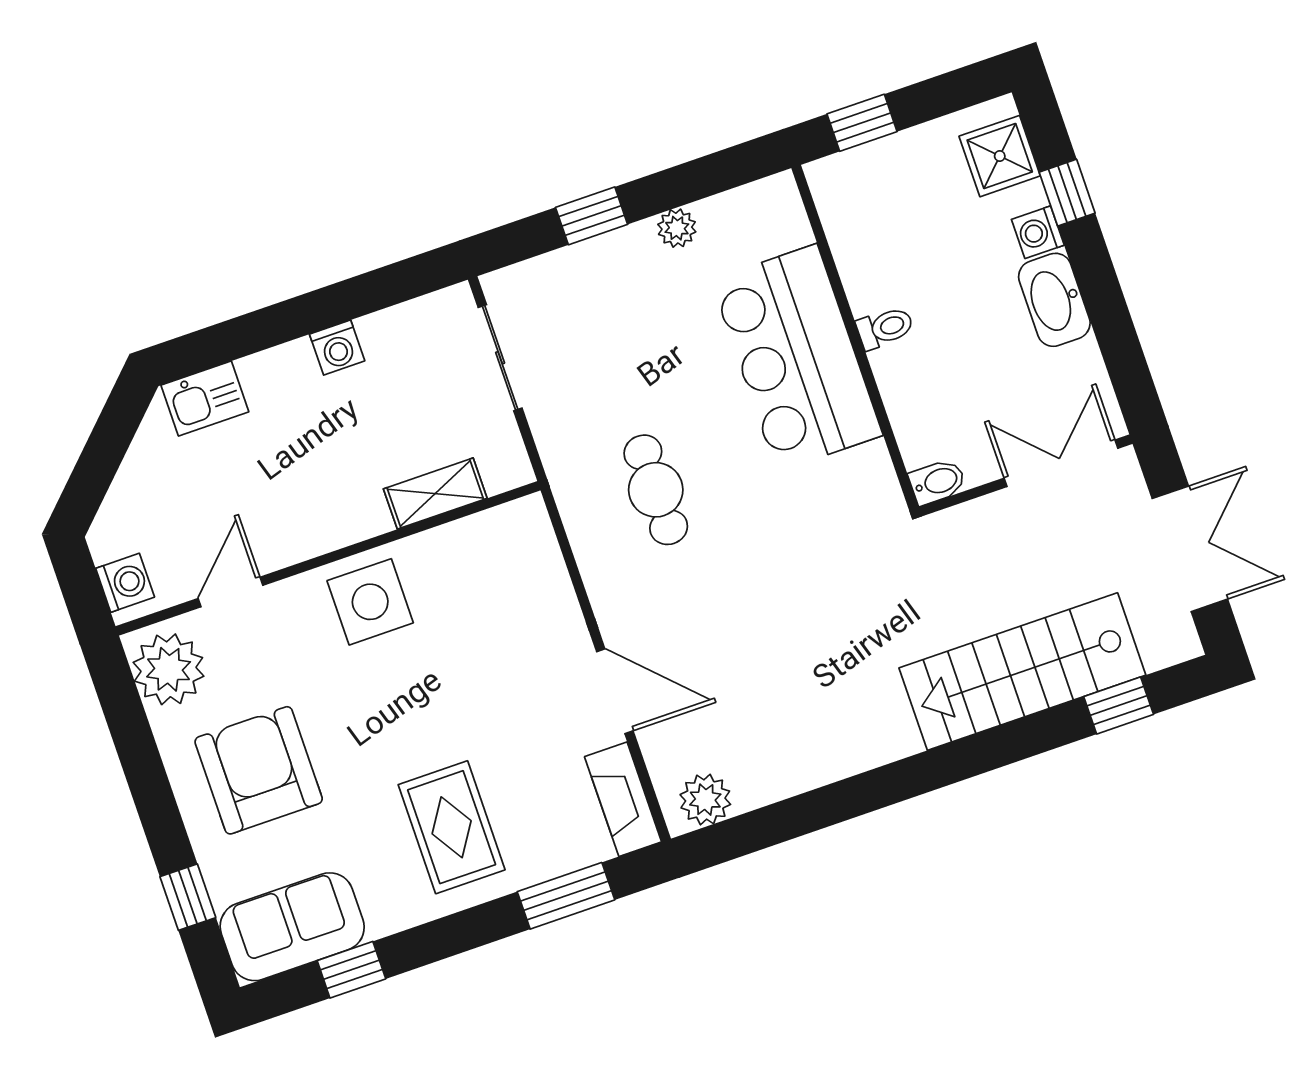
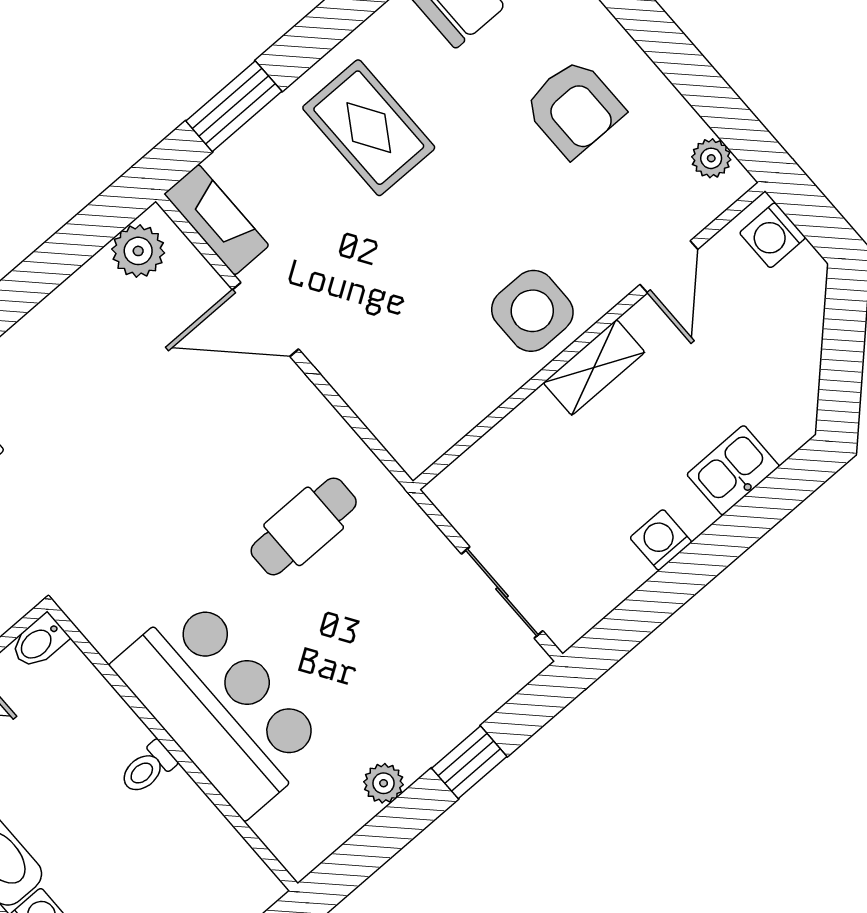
kitchen sink: (205, 399) -> (733, 470), moved
cafe table: (656, 490) -> (304, 526), turned 90
shelving: (435, 494) -> (594, 367), moved
plant: (169, 669) -> (711, 158), width x0.53, depth x0.53
armchair: (259, 770) -> (574, 108), width x0.73, depth x0.73

